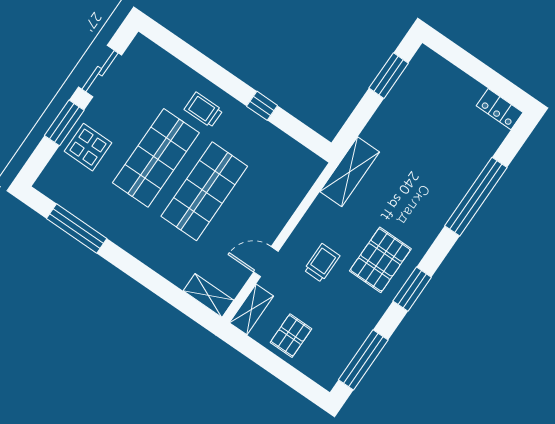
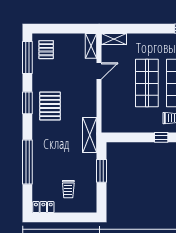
window: (389, 76) -> (101, 171), moved
window: (262, 106) -> (161, 137), moved
trolley: (322, 263) -> (68, 189), moved
pallet: (291, 336) -> (46, 50), moved

